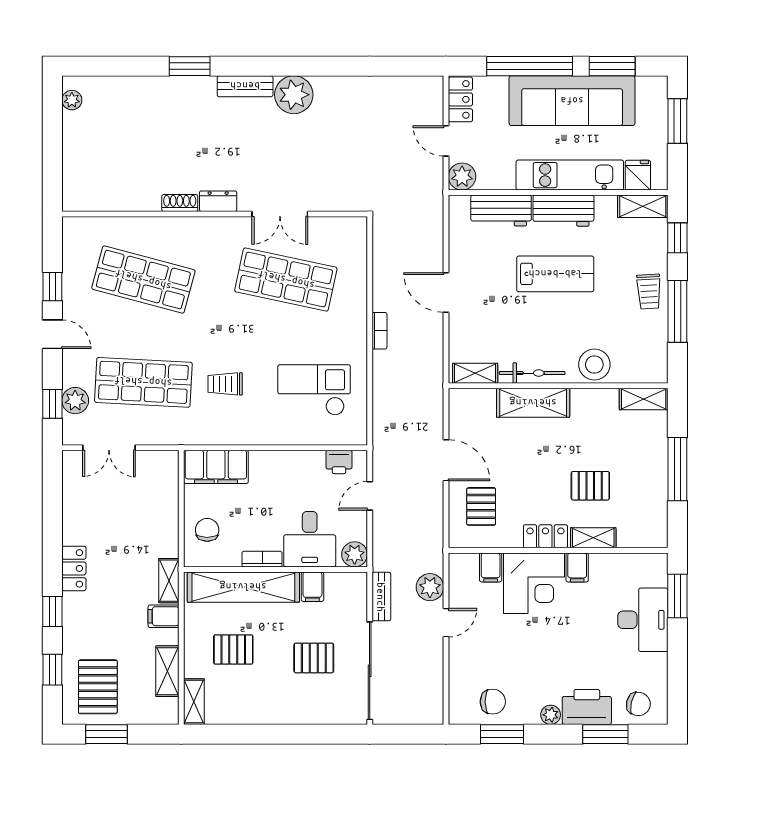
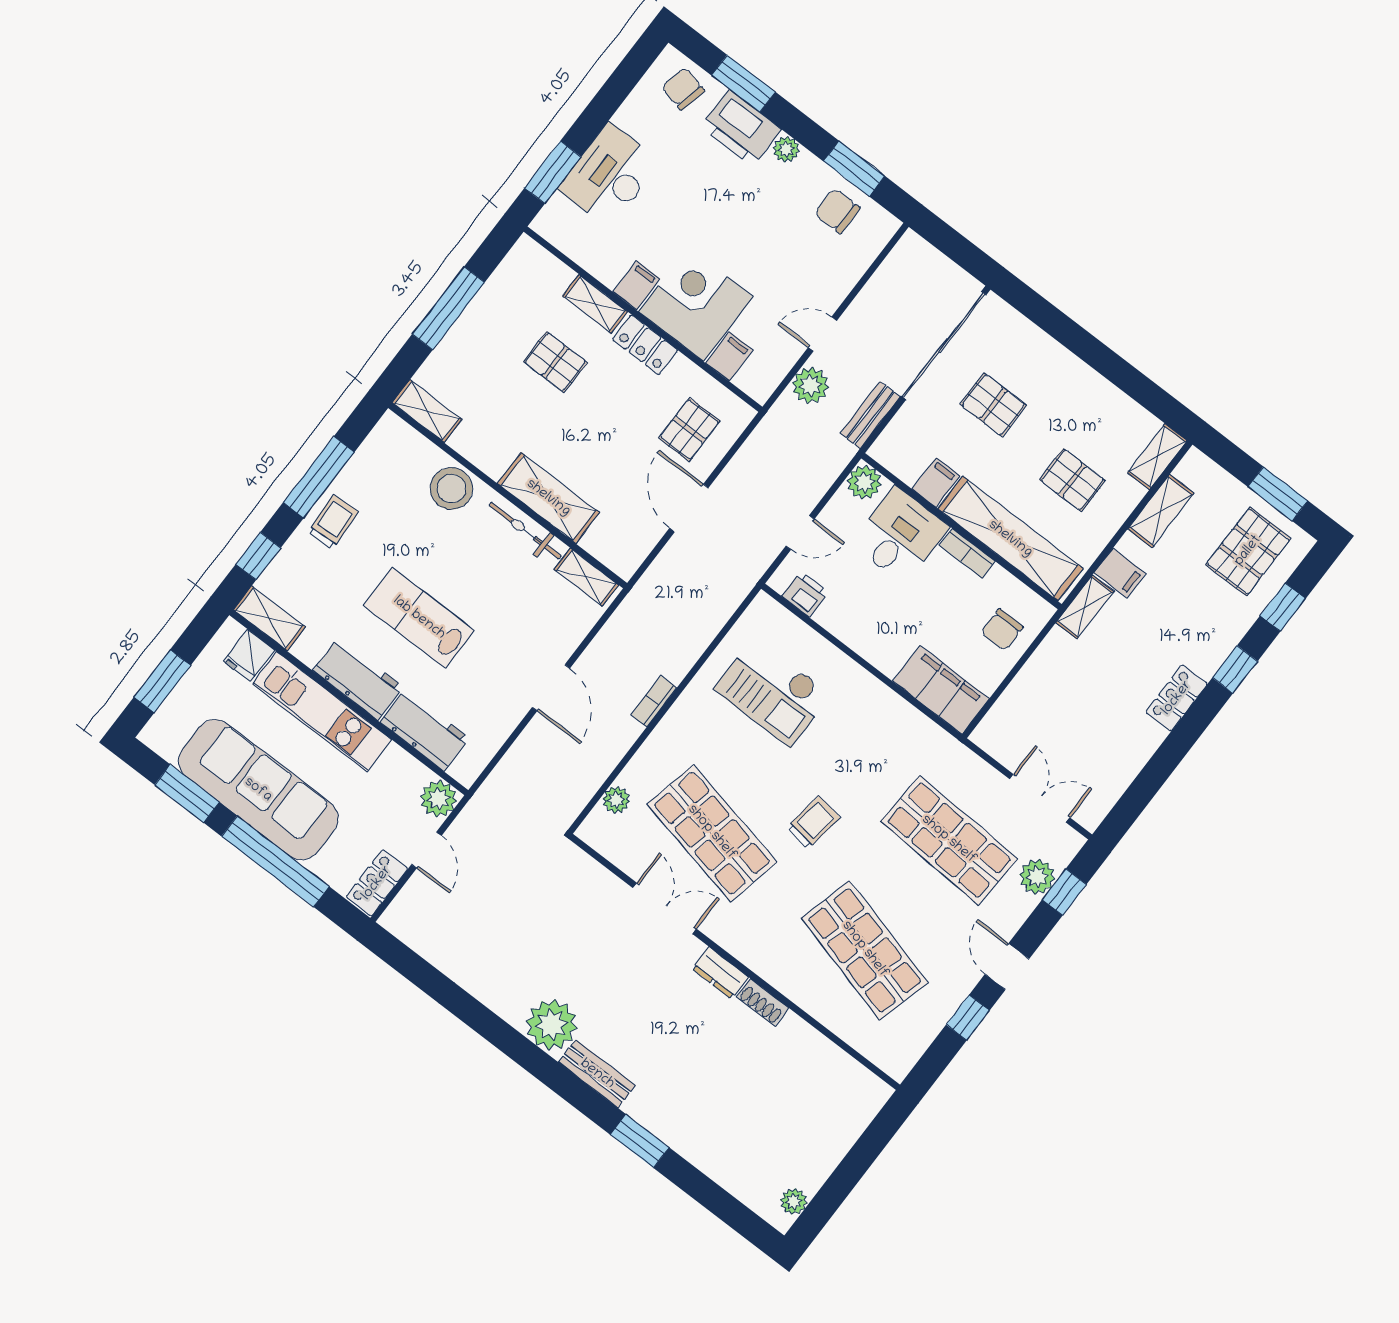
plant: (357, 256) -> (616, 800), added
trolley: (225, 384) -> (813, 823), moved, turned -82

